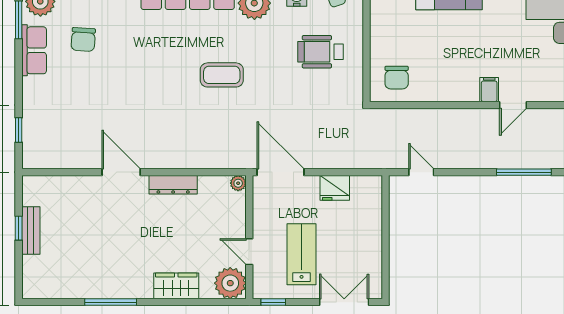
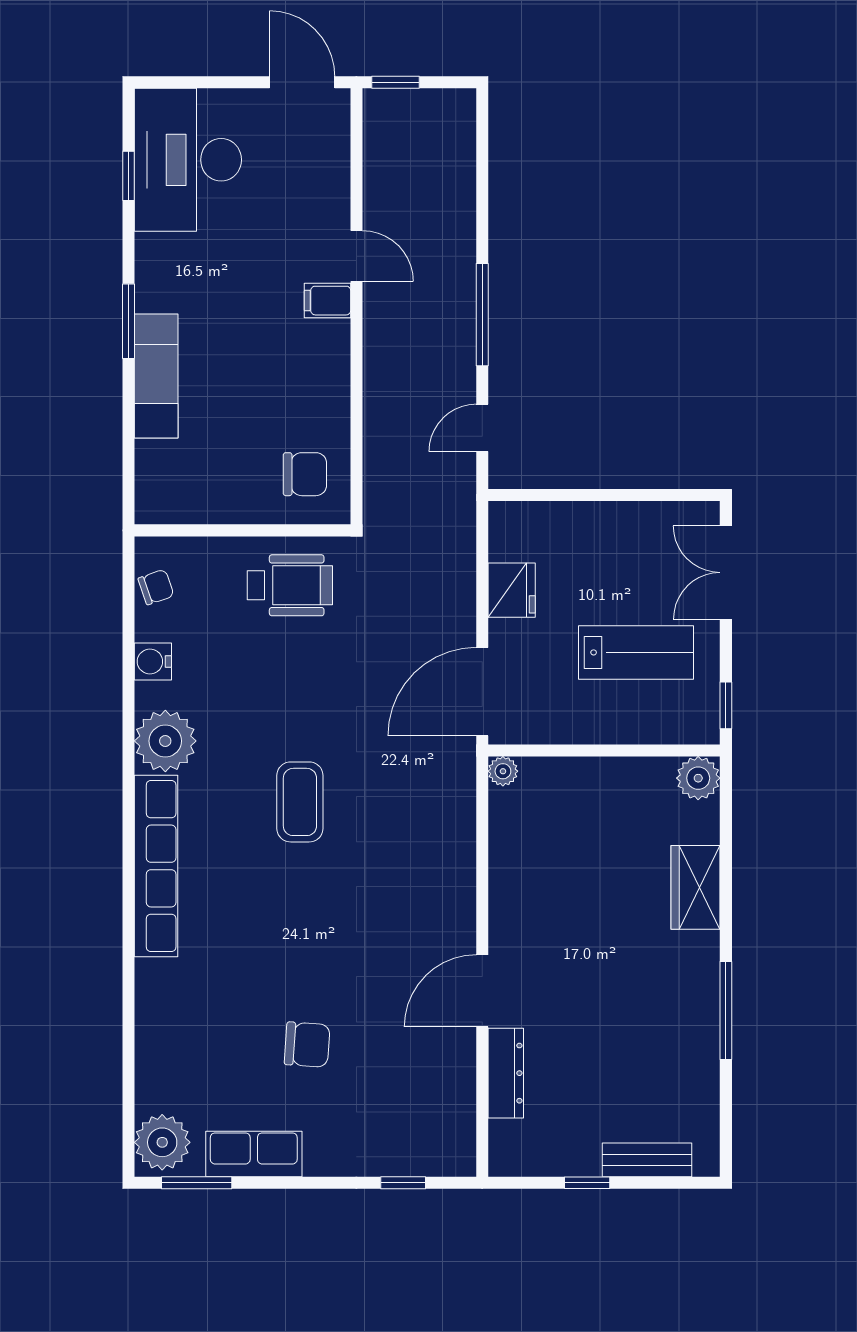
chair: (83, 39) -> (307, 1045), moved
wheelchair: (320, 52) -> (290, 585), moved, turned -90
window: (524, 172) -> (482, 315), moved
dresser: (173, 185) -> (506, 1073), moved
bench: (31, 230) -> (647, 1160), moved
door: (249, 252) -> (631, 750), removed
lab bench: (302, 254) -> (636, 652), turned 180
plant: (230, 283) -> (698, 778), width x0.73, depth x0.73

